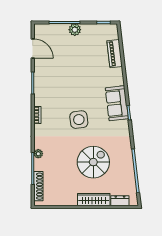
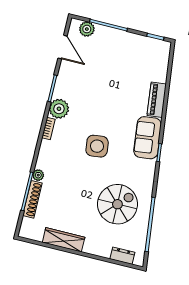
plant: (75, 30) -> (87, 29), moved
piano: (115, 54) -> (157, 100), moved
plant: (42, 98) -> (59, 109), added
spiral stairs: (93, 162) -> (117, 204), moved
shoe rack: (38, 186) -> (32, 199), moved
wardrobe: (94, 200) -> (64, 240), moved

